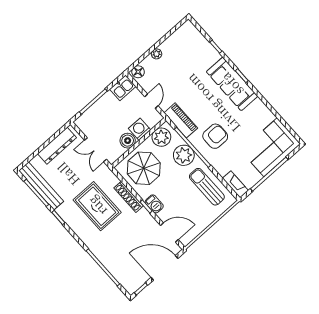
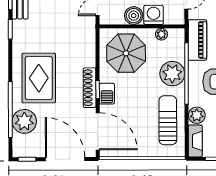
plant: (161, 137) -> (161, 34), width x0.53, depth x0.53
plant: (222, 168) -> (197, 115), added
shoe rack: (129, 197) -> (90, 88), moved
rug: (97, 206) -> (39, 78), moved
door: (169, 232) -> (98, 131), width x1.36
plant: (118, 267) -> (24, 121), added

